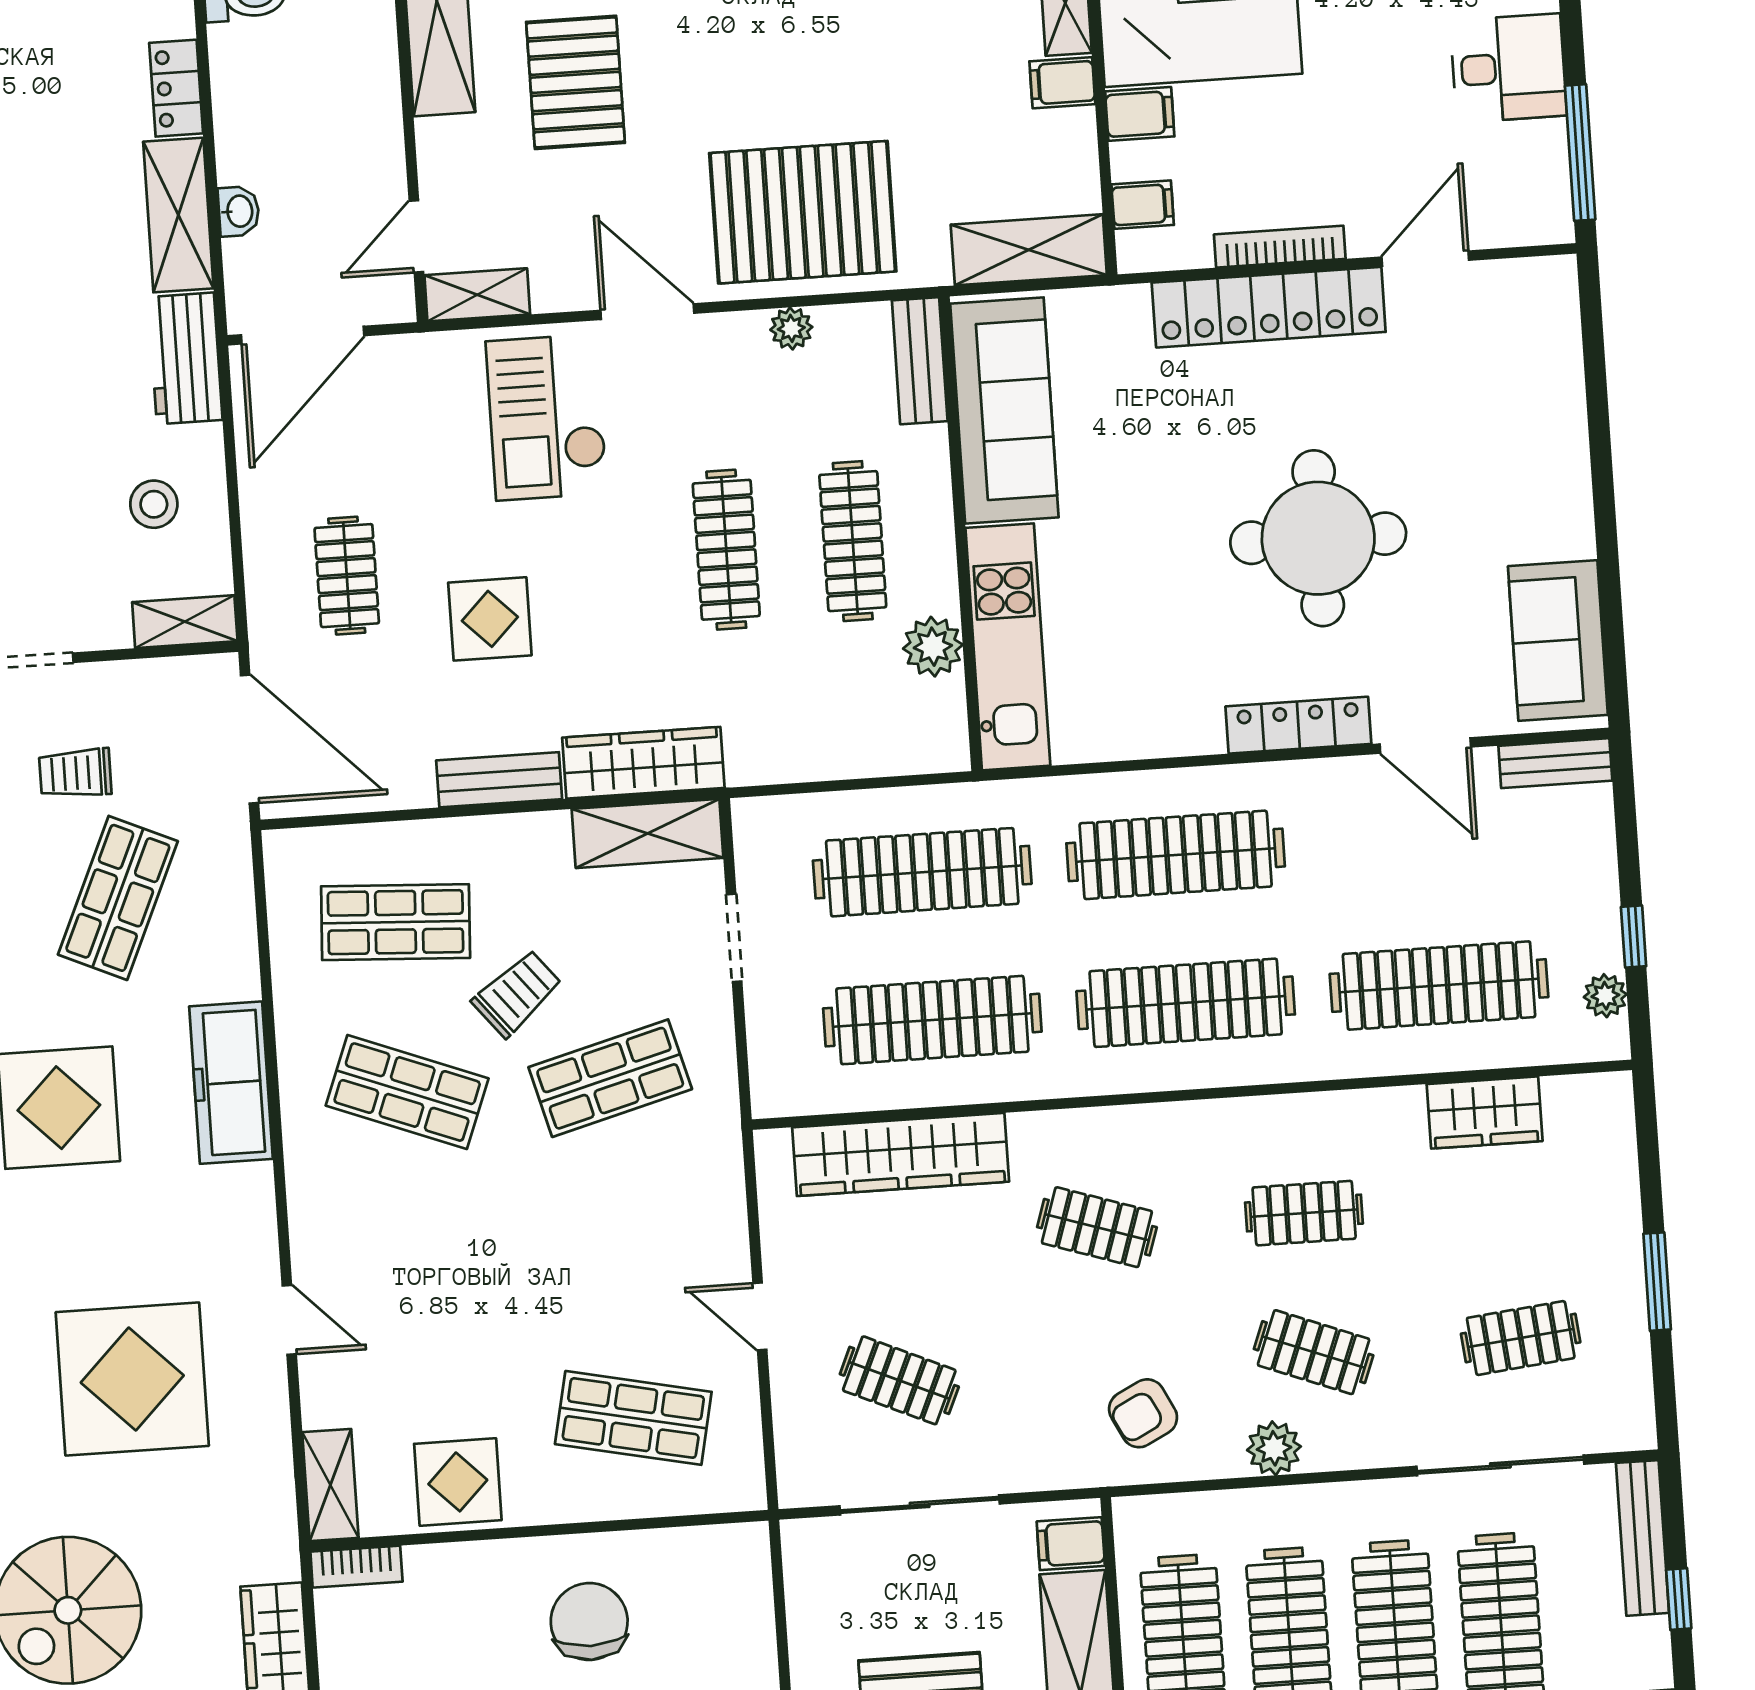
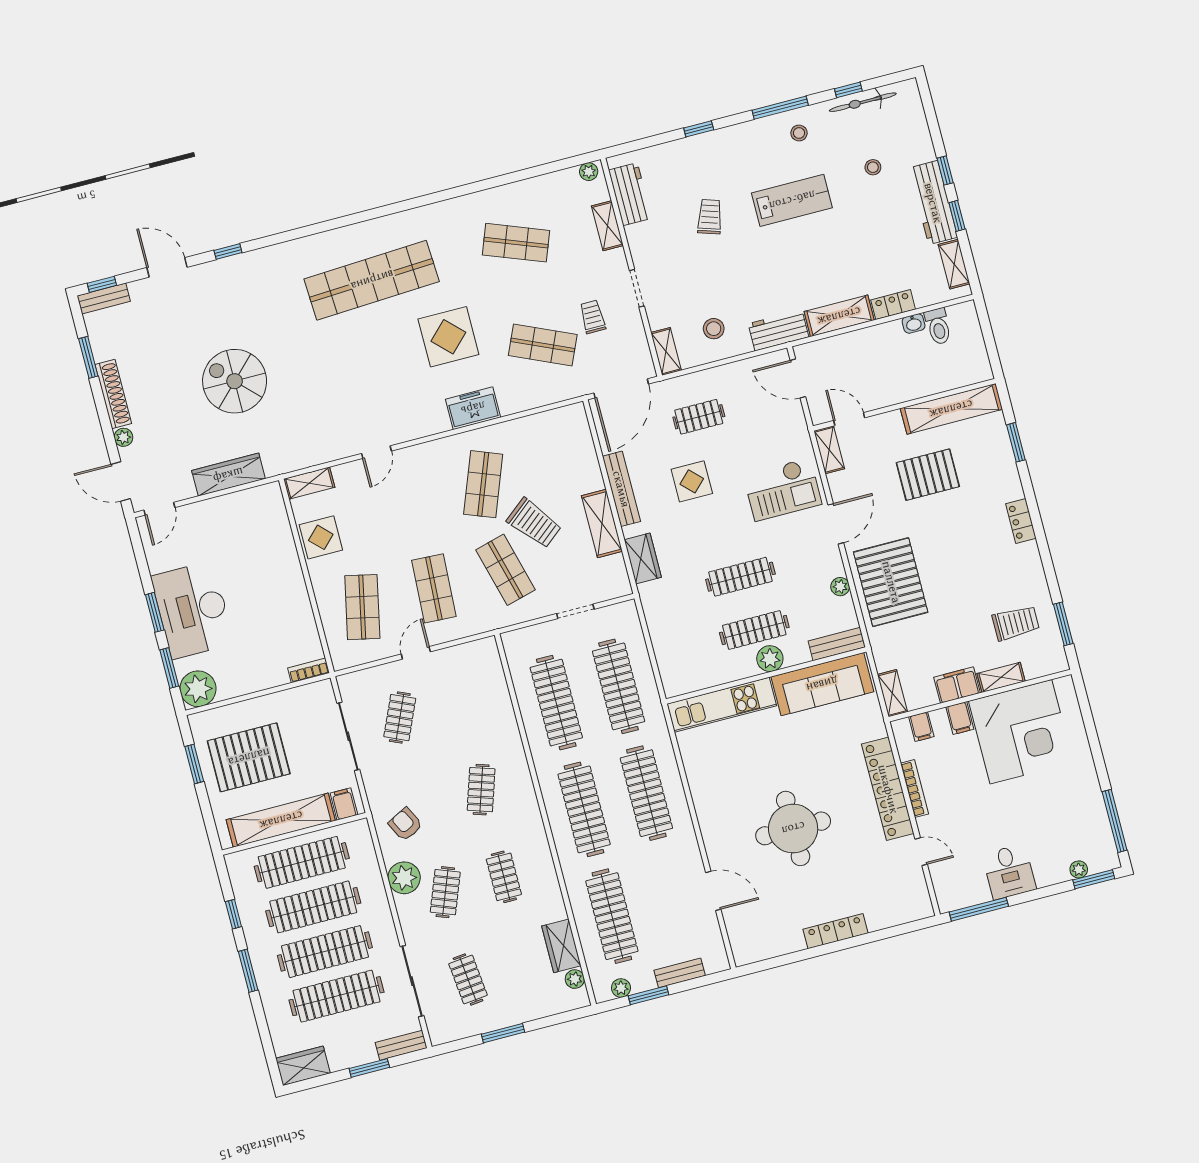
filing cabinet: (1062, 83) -> (957, 685), width x2.00
washbasin: (239, 211) -> (914, 324), moved
shelving: (1029, 250) -> (892, 693), width x0.67, depth x0.75
door: (1425, 259) -> (921, 852), width x0.73
door: (303, 335) -> (798, 379), width x0.73
checkout: (547, 417) -> (782, 489), turned 180
sofa: (1558, 640) -> (769, 939), removed
plant: (933, 647) -> (770, 659), moved
locker: (1298, 725) -> (836, 931), moved, turned -90
door: (1425, 745) -> (713, 891), swing flipped
wardrobe: (643, 763) -> (643, 558), width x0.67
bench: (1555, 763) -> (680, 973), moved, turned 90
bench: (499, 780) -> (621, 489), width x1.36
shelving: (648, 833) -> (602, 523), moved
shop shelf: (396, 922) -> (434, 588), moved
window: (1634, 937) -> (648, 995), width x1.50
trolley: (517, 993) -> (534, 523), width x1.36, depth x1.39
freezer: (231, 1083) -> (473, 408), width x0.71
plant: (1565, 1096) -> (575, 979), added
wardrobe: (901, 1154) -> (496, 700), removed
display table: (132, 1379) -> (338, 390), removed
plant: (1274, 1448) -> (404, 878), width x1.36, depth x1.36
bench: (1642, 1538) -> (401, 1045), width x0.73
bookcase: (356, 1567) -> (308, 670), moved, turned 90
window: (1679, 1599) -> (369, 1068), width x1.50
chair: (589, 1622) -> (272, 605), removed

